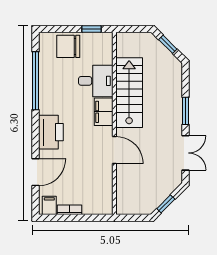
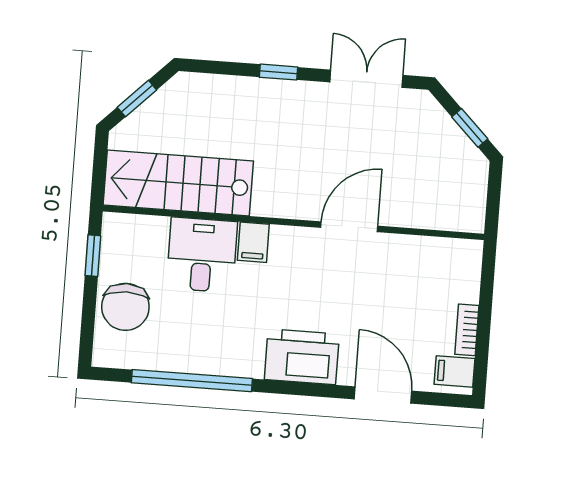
stairs: (129, 93) -> (178, 183), moved
window: (186, 111) -> (279, 72), width x0.67
filing cabinet: (104, 112) -> (253, 242), width x0.50

